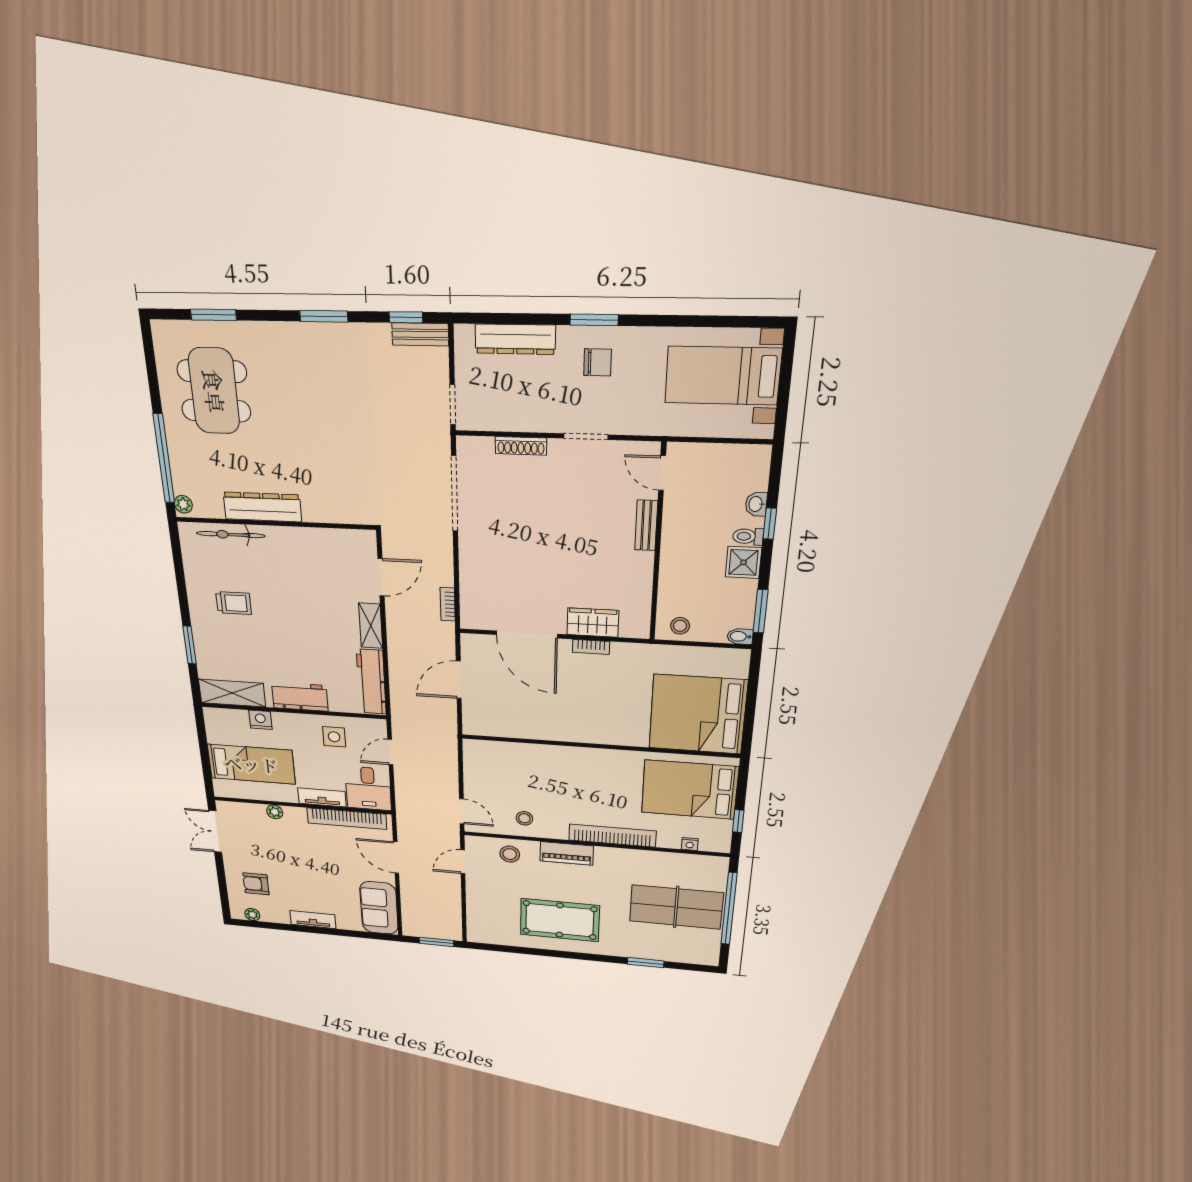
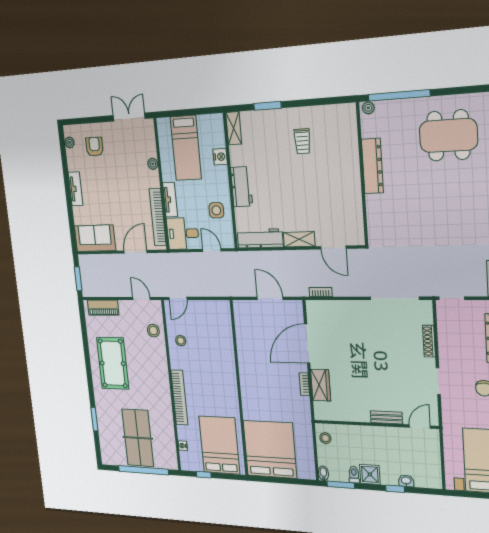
bicycle: (231, 535) -> (351, 142), removed
toilet: (748, 536) -> (354, 474), moved
shelving: (232, 693) -> (234, 128), width x0.67, depth x0.75
piano: (567, 853) -> (103, 308), moved, turned -90

